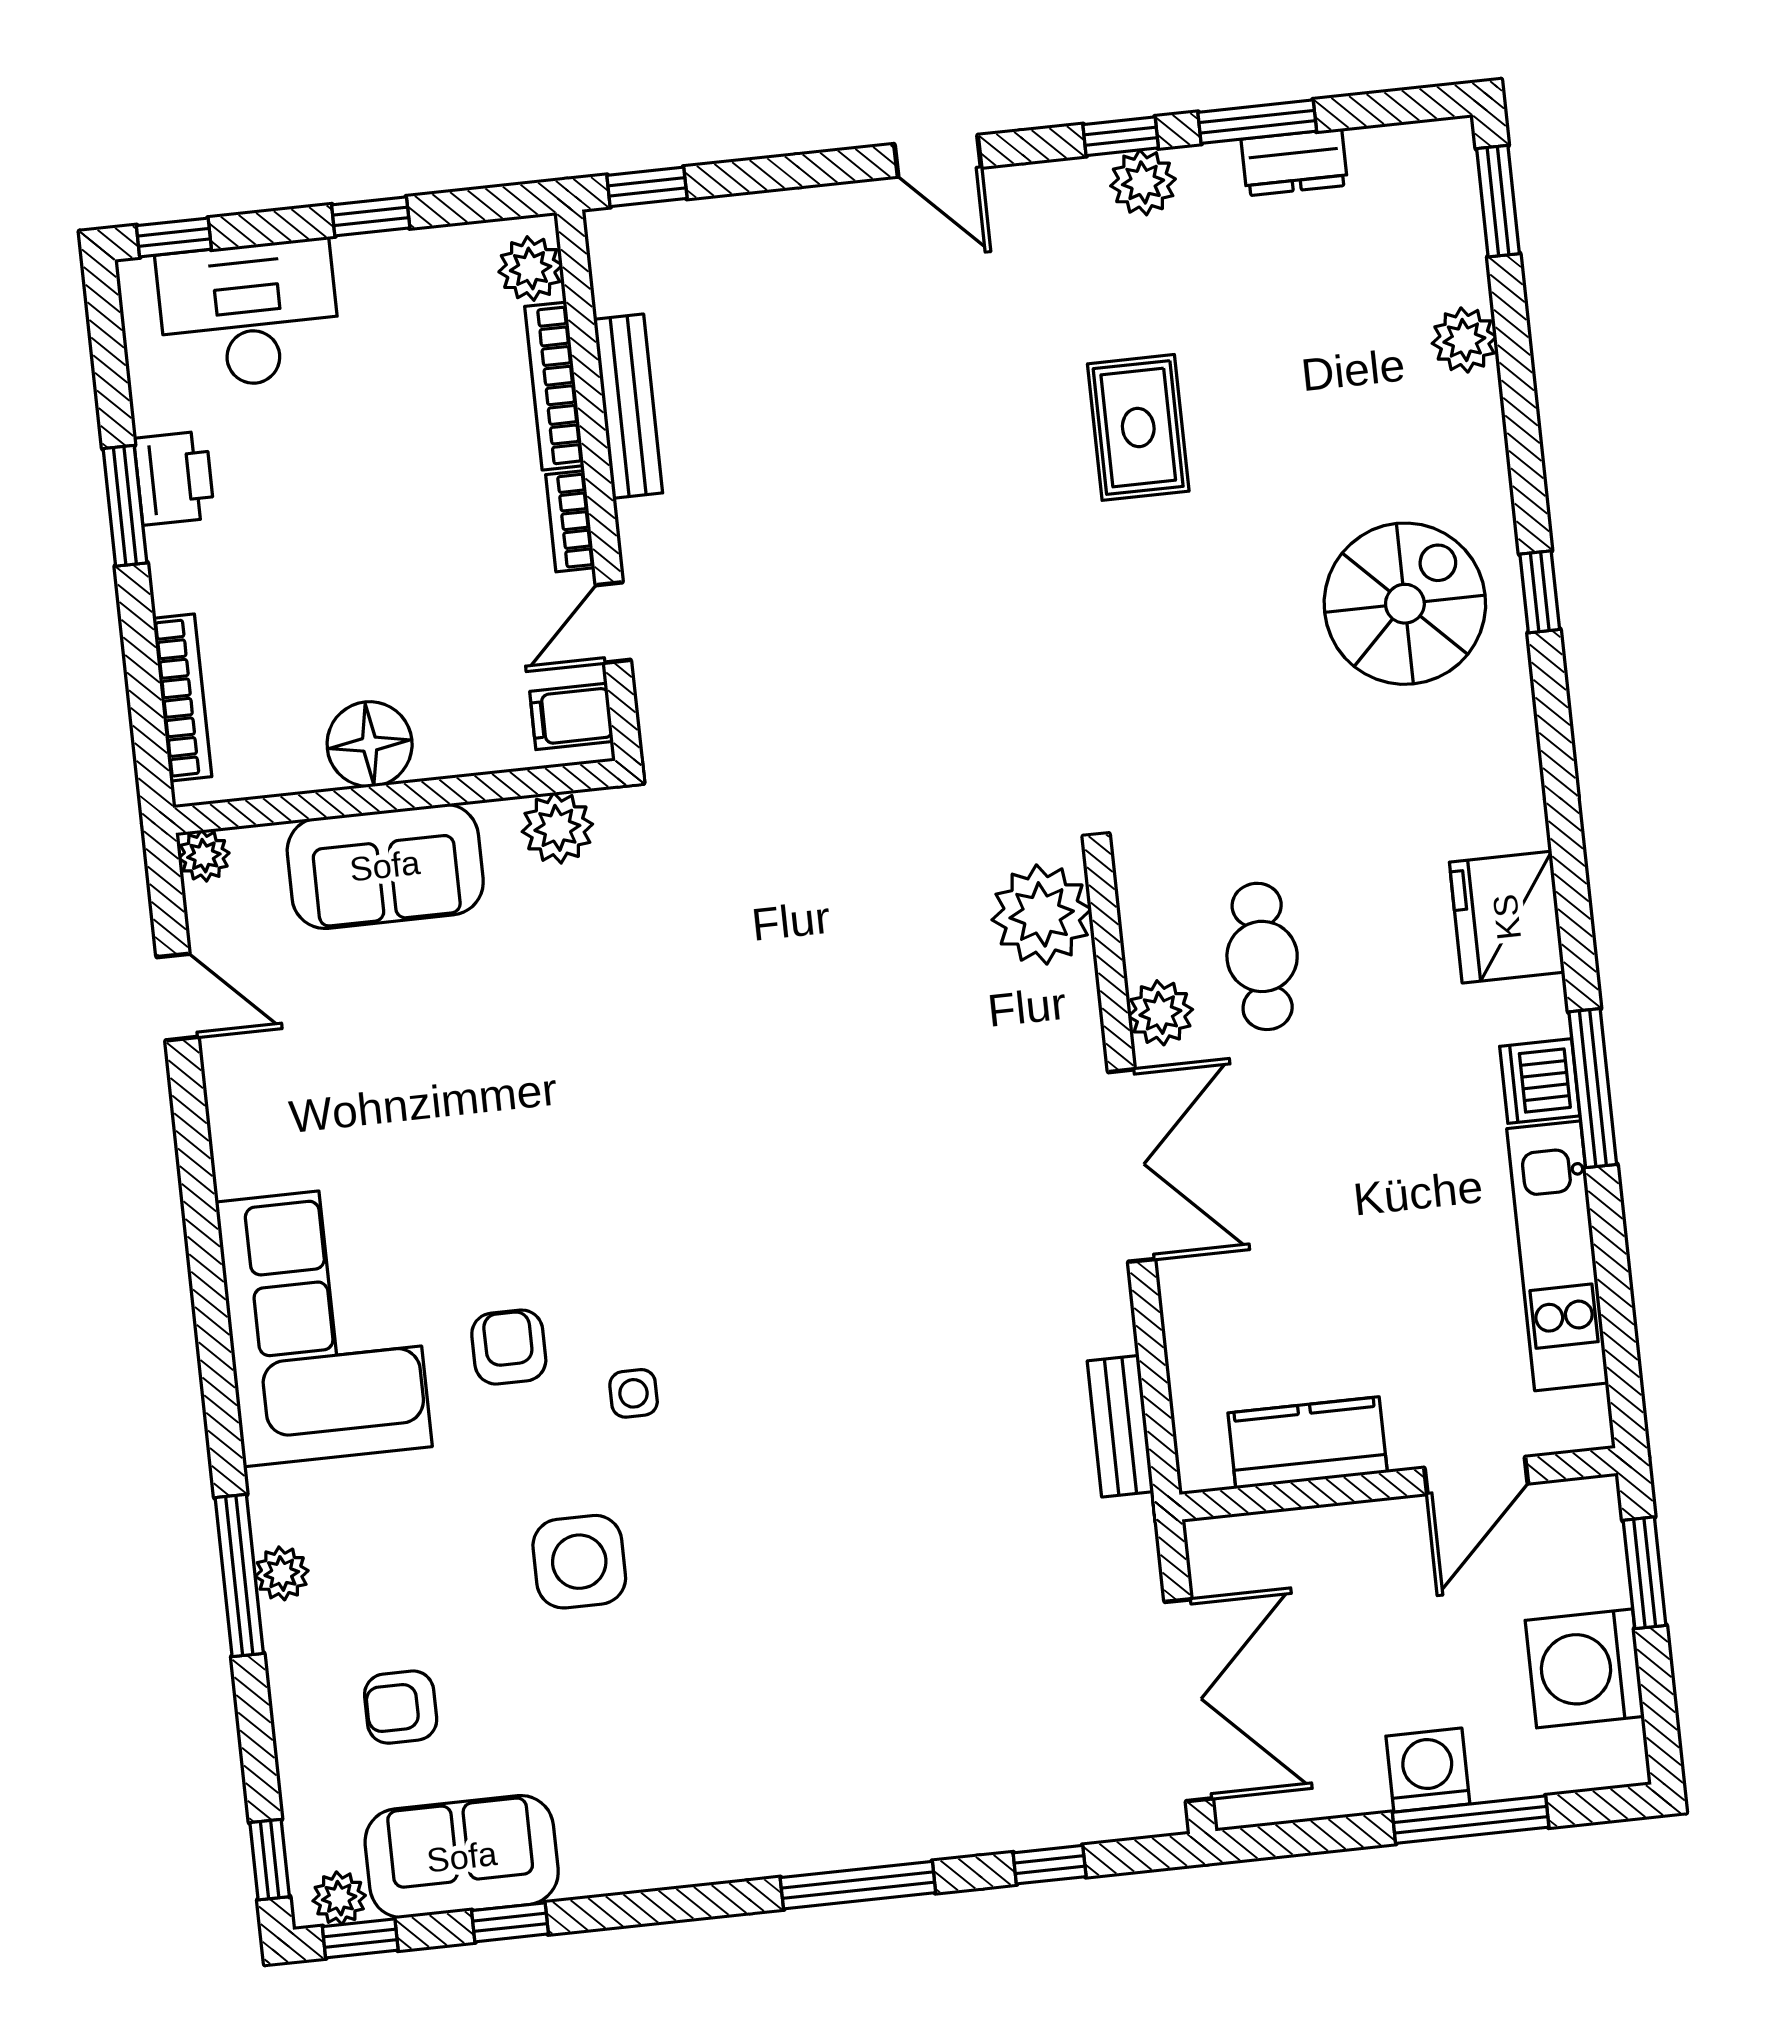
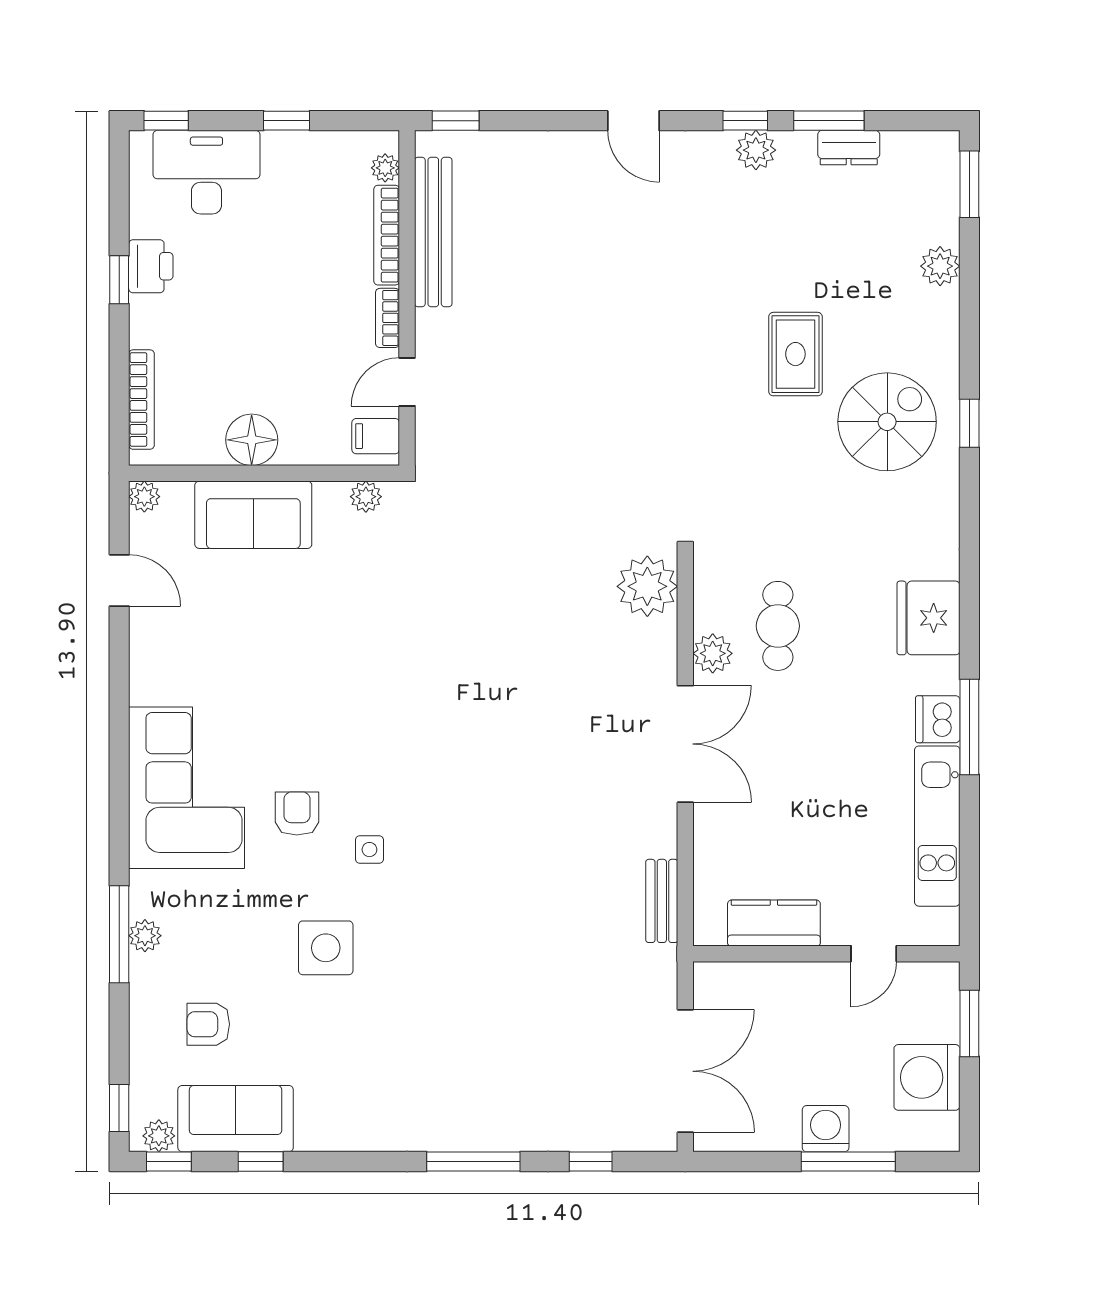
plant: (531, 269) -> (385, 168), width x0.73, depth x0.73
bench: (628, 406) -> (433, 232), width x1.37, depth x1.21
rug: (1138, 427) -> (795, 354), moved
window: (125, 506) -> (119, 280), width x0.67
plant: (557, 828) -> (366, 497), width x0.73, depth x0.73
door: (1476, 1476) -> (874, 954), width x0.73

